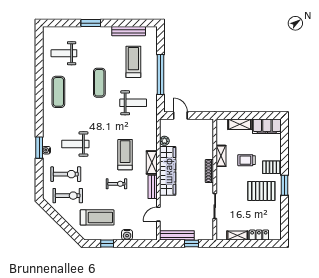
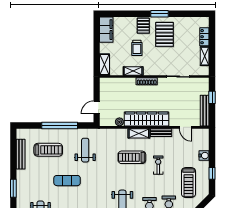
treadmill: (133, 62) -> (48, 150), turned 180
shelving: (240, 124) -> (105, 65), moved
treadmill: (97, 217) -> (188, 182), turned 180

